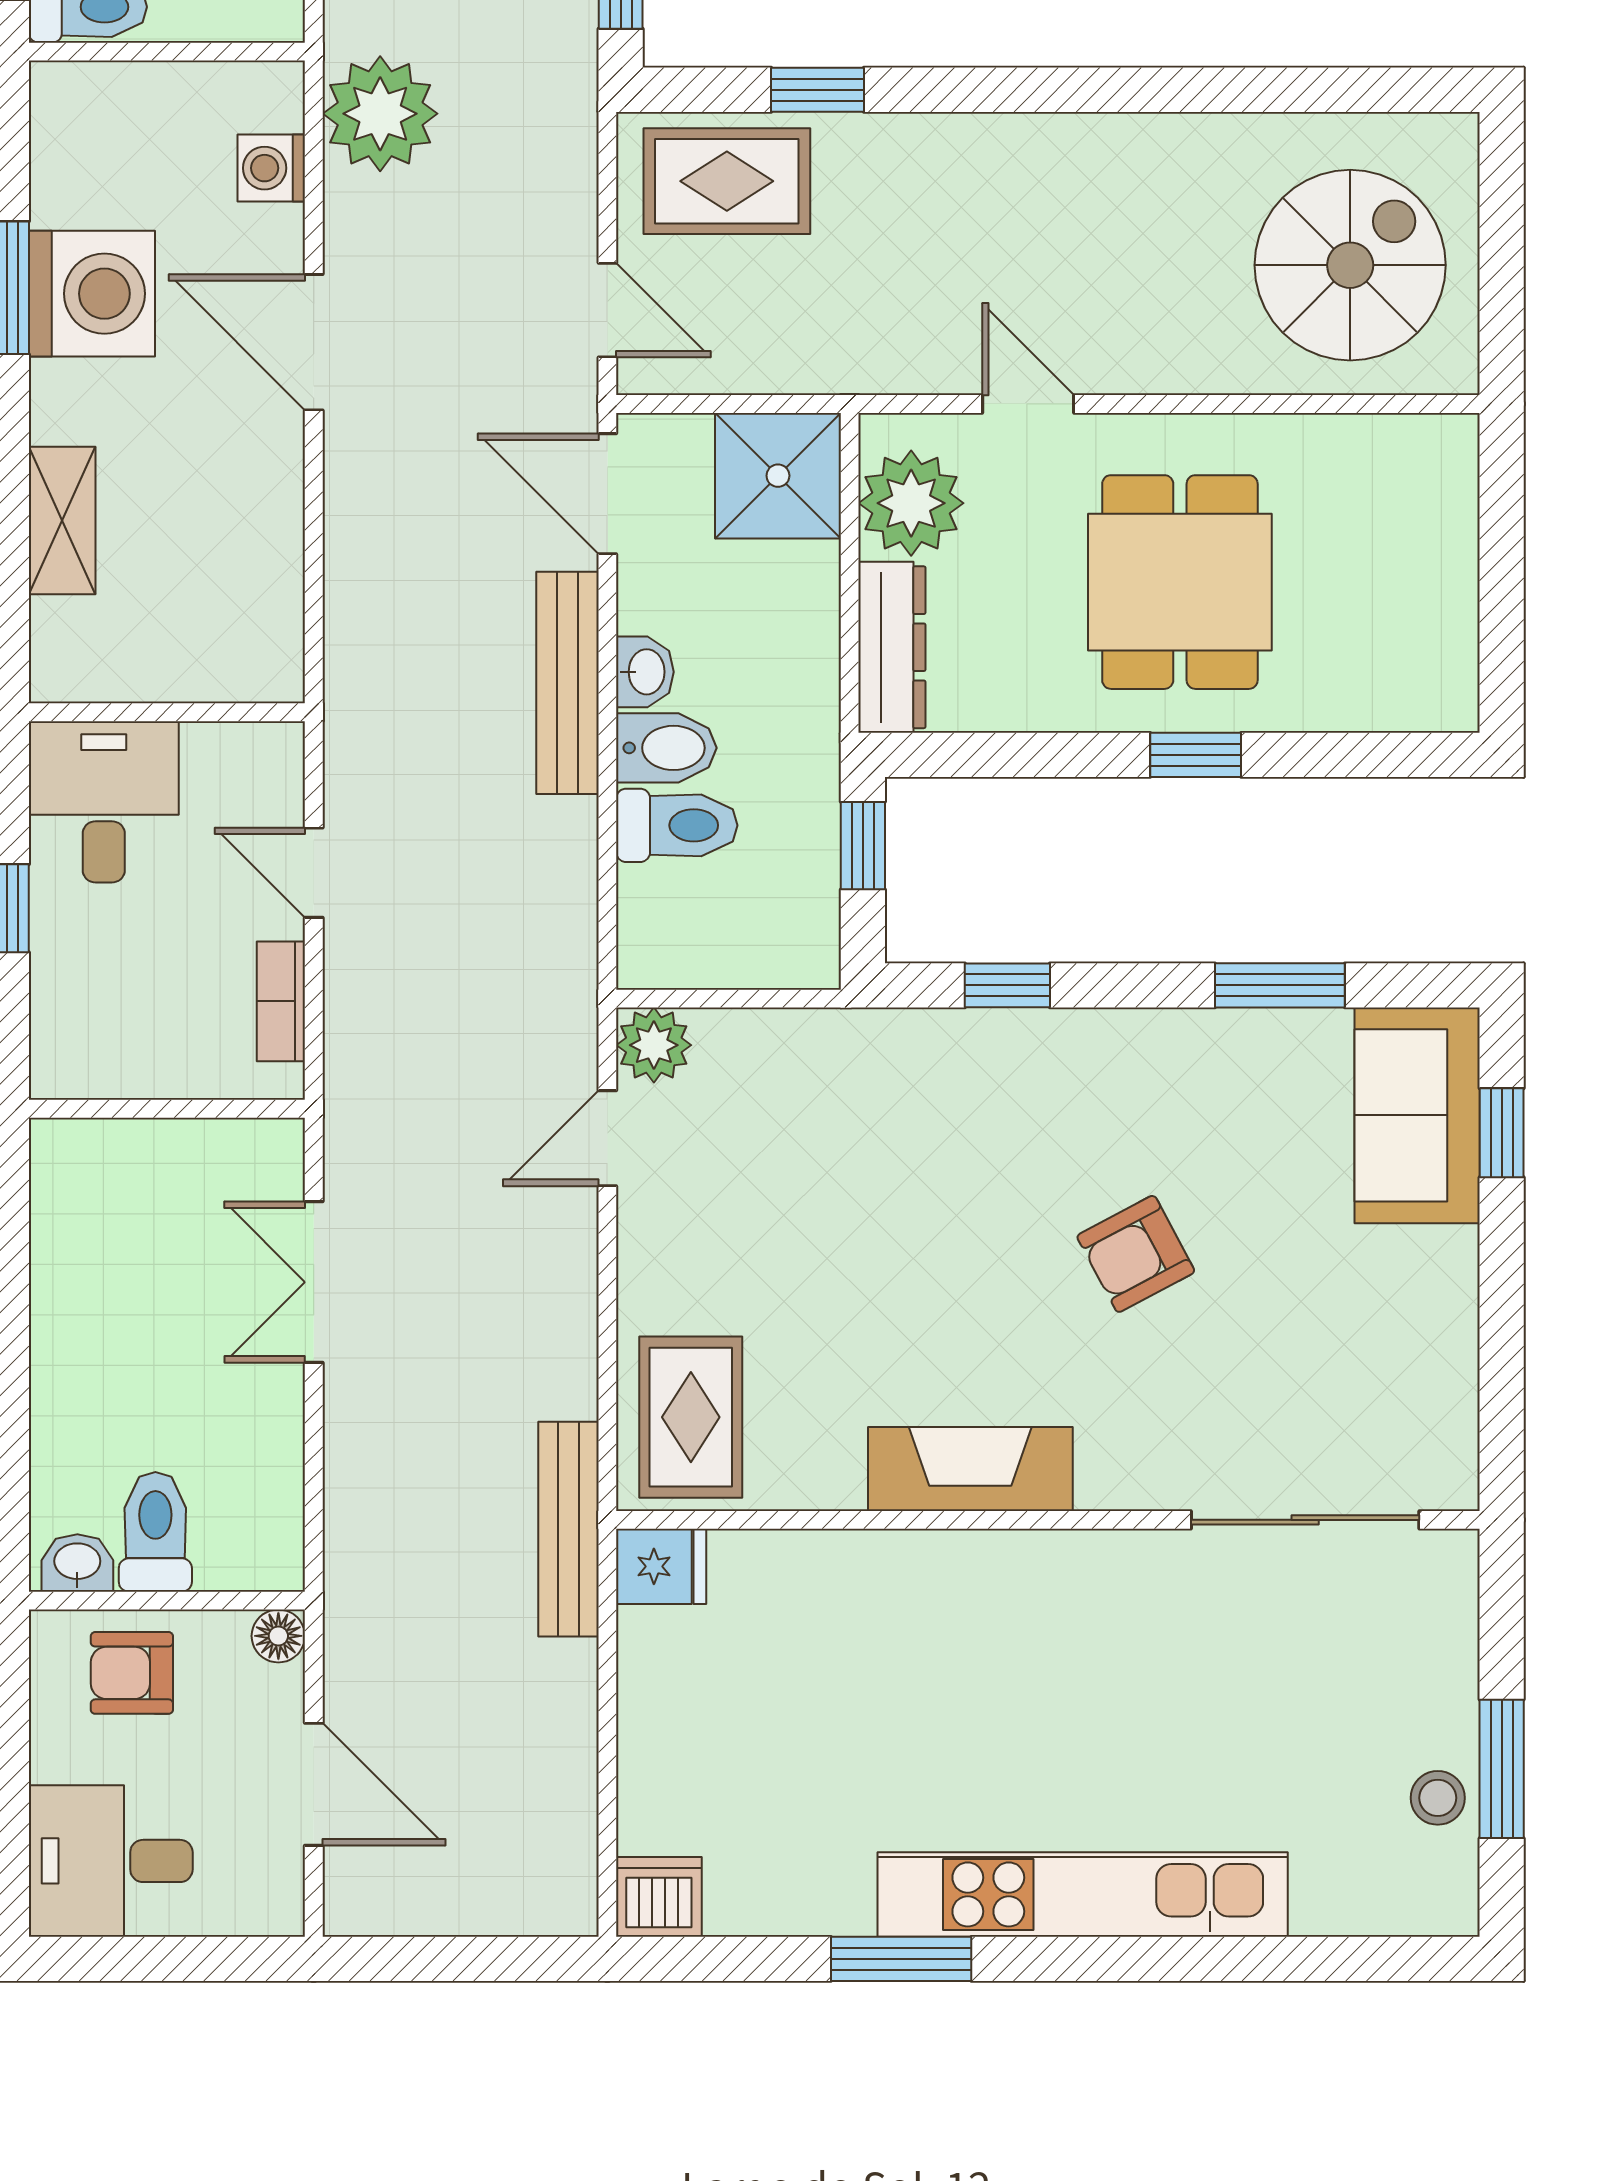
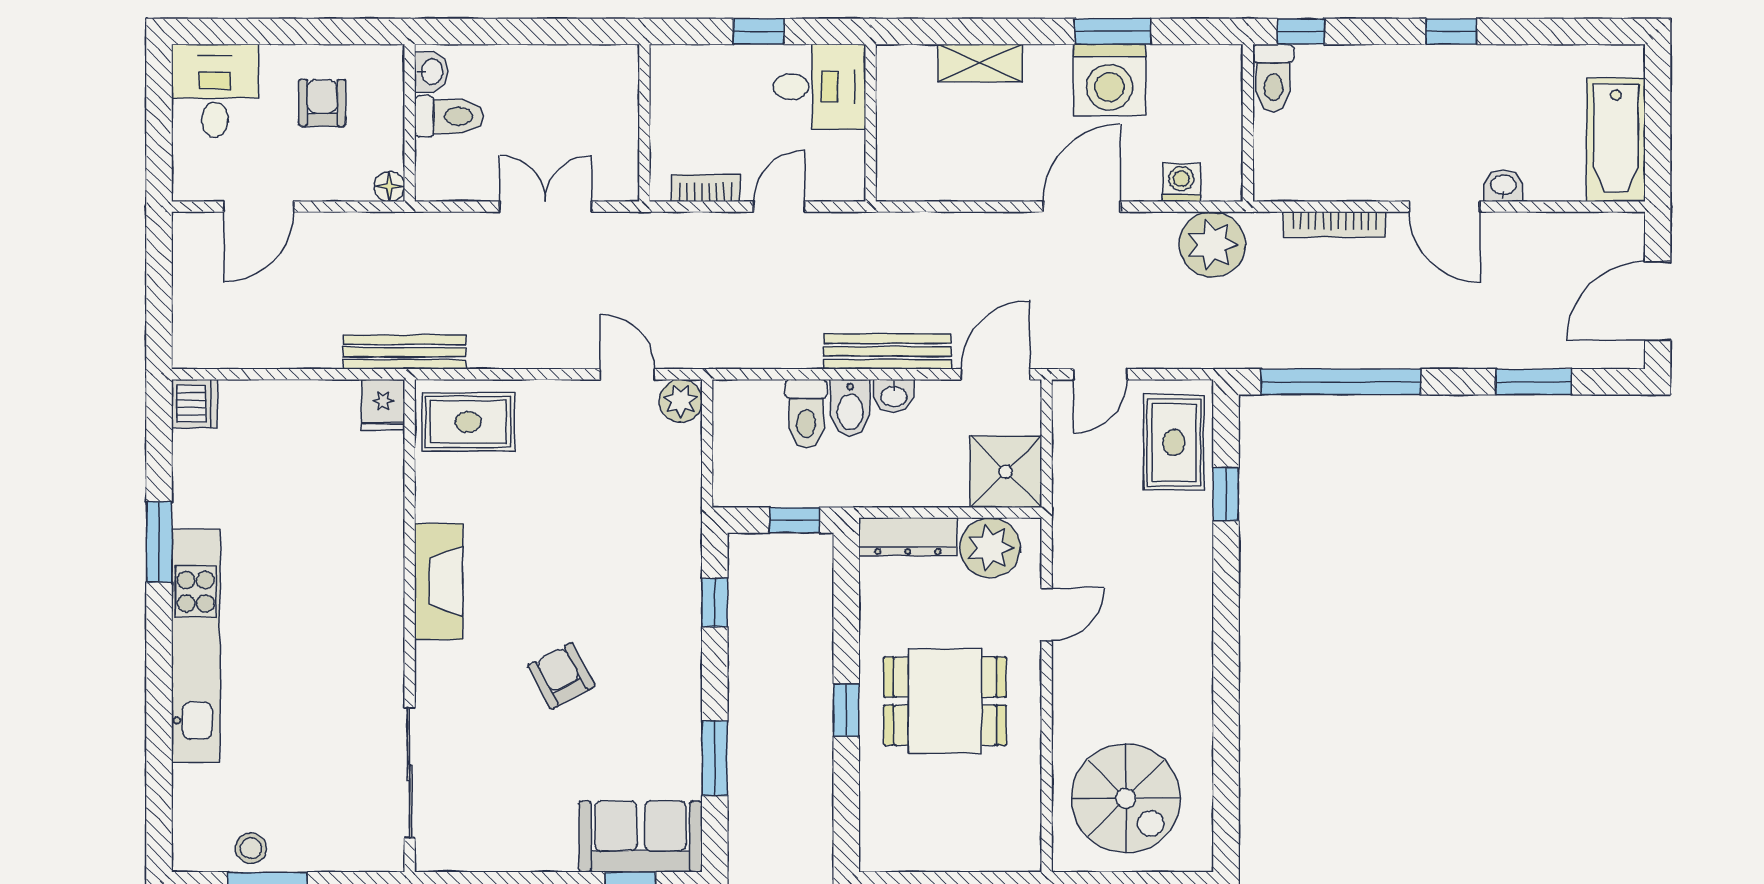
toilet: (155, 1532) -> (449, 116), moved
washbasin: (77, 1563) -> (431, 72), moved
wall: (167, 1601) -> (410, 123), moved
floor lamp: (278, 1636) -> (389, 186), moved

